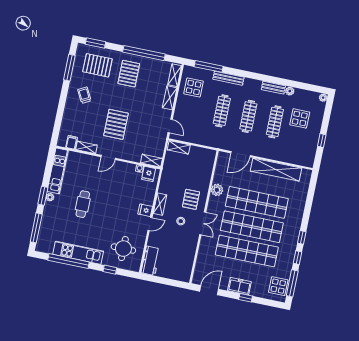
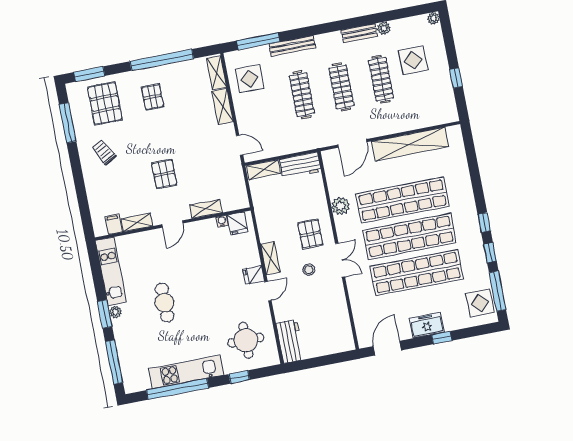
pallet: (97, 65) -> (105, 104), turned 90
pallet: (129, 74) -> (153, 97), width x0.67, depth x0.71
pallet: (116, 124) -> (164, 174), width x0.67, depth x0.71
workbench: (202, 154) -> (300, 165), added
shelving: (151, 161) -> (206, 209), moved

